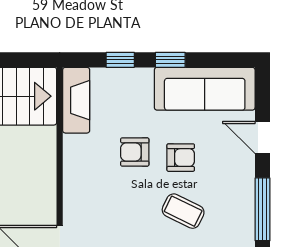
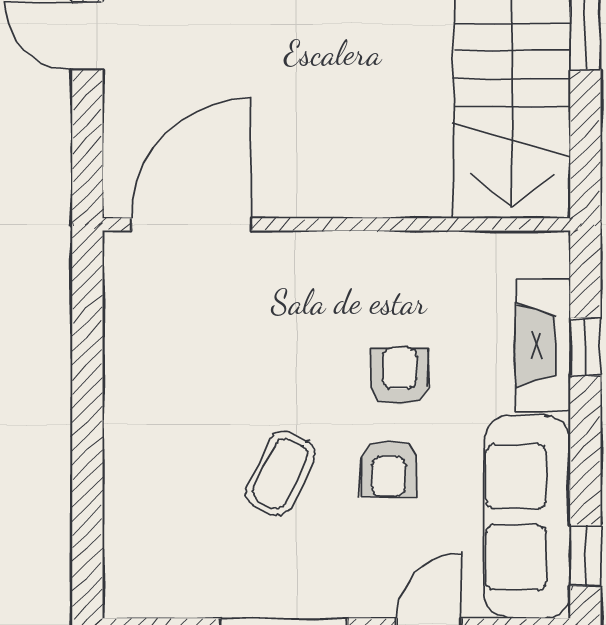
window: (170, 60) -> (585, 555), moved
fireplace: (76, 100) -> (543, 345), moved, turned 90

